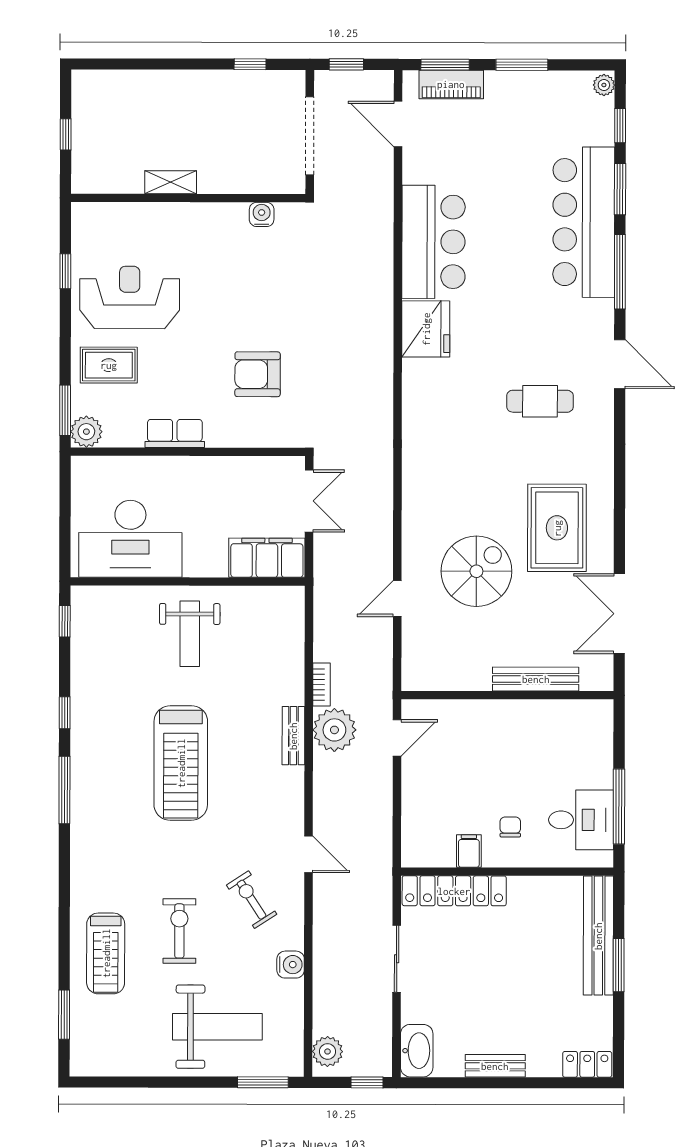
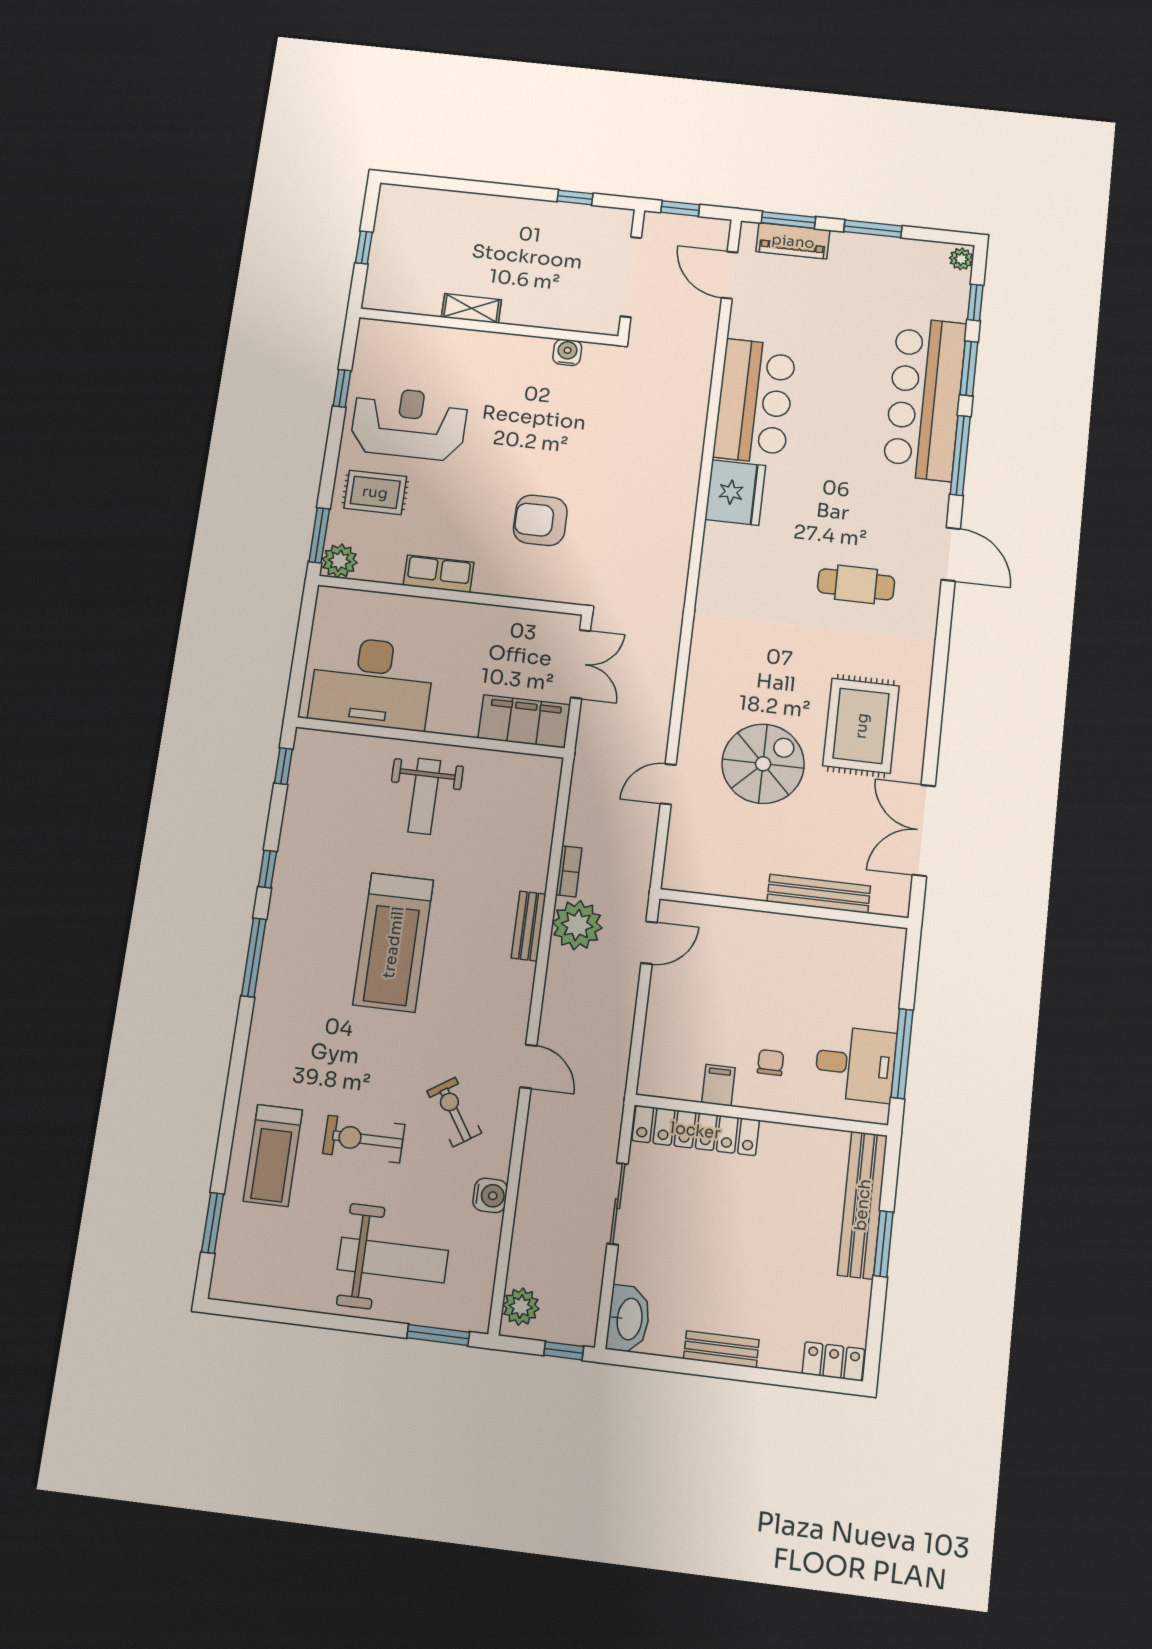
exercise bike: (179, 931) -> (364, 1139), turned -90

